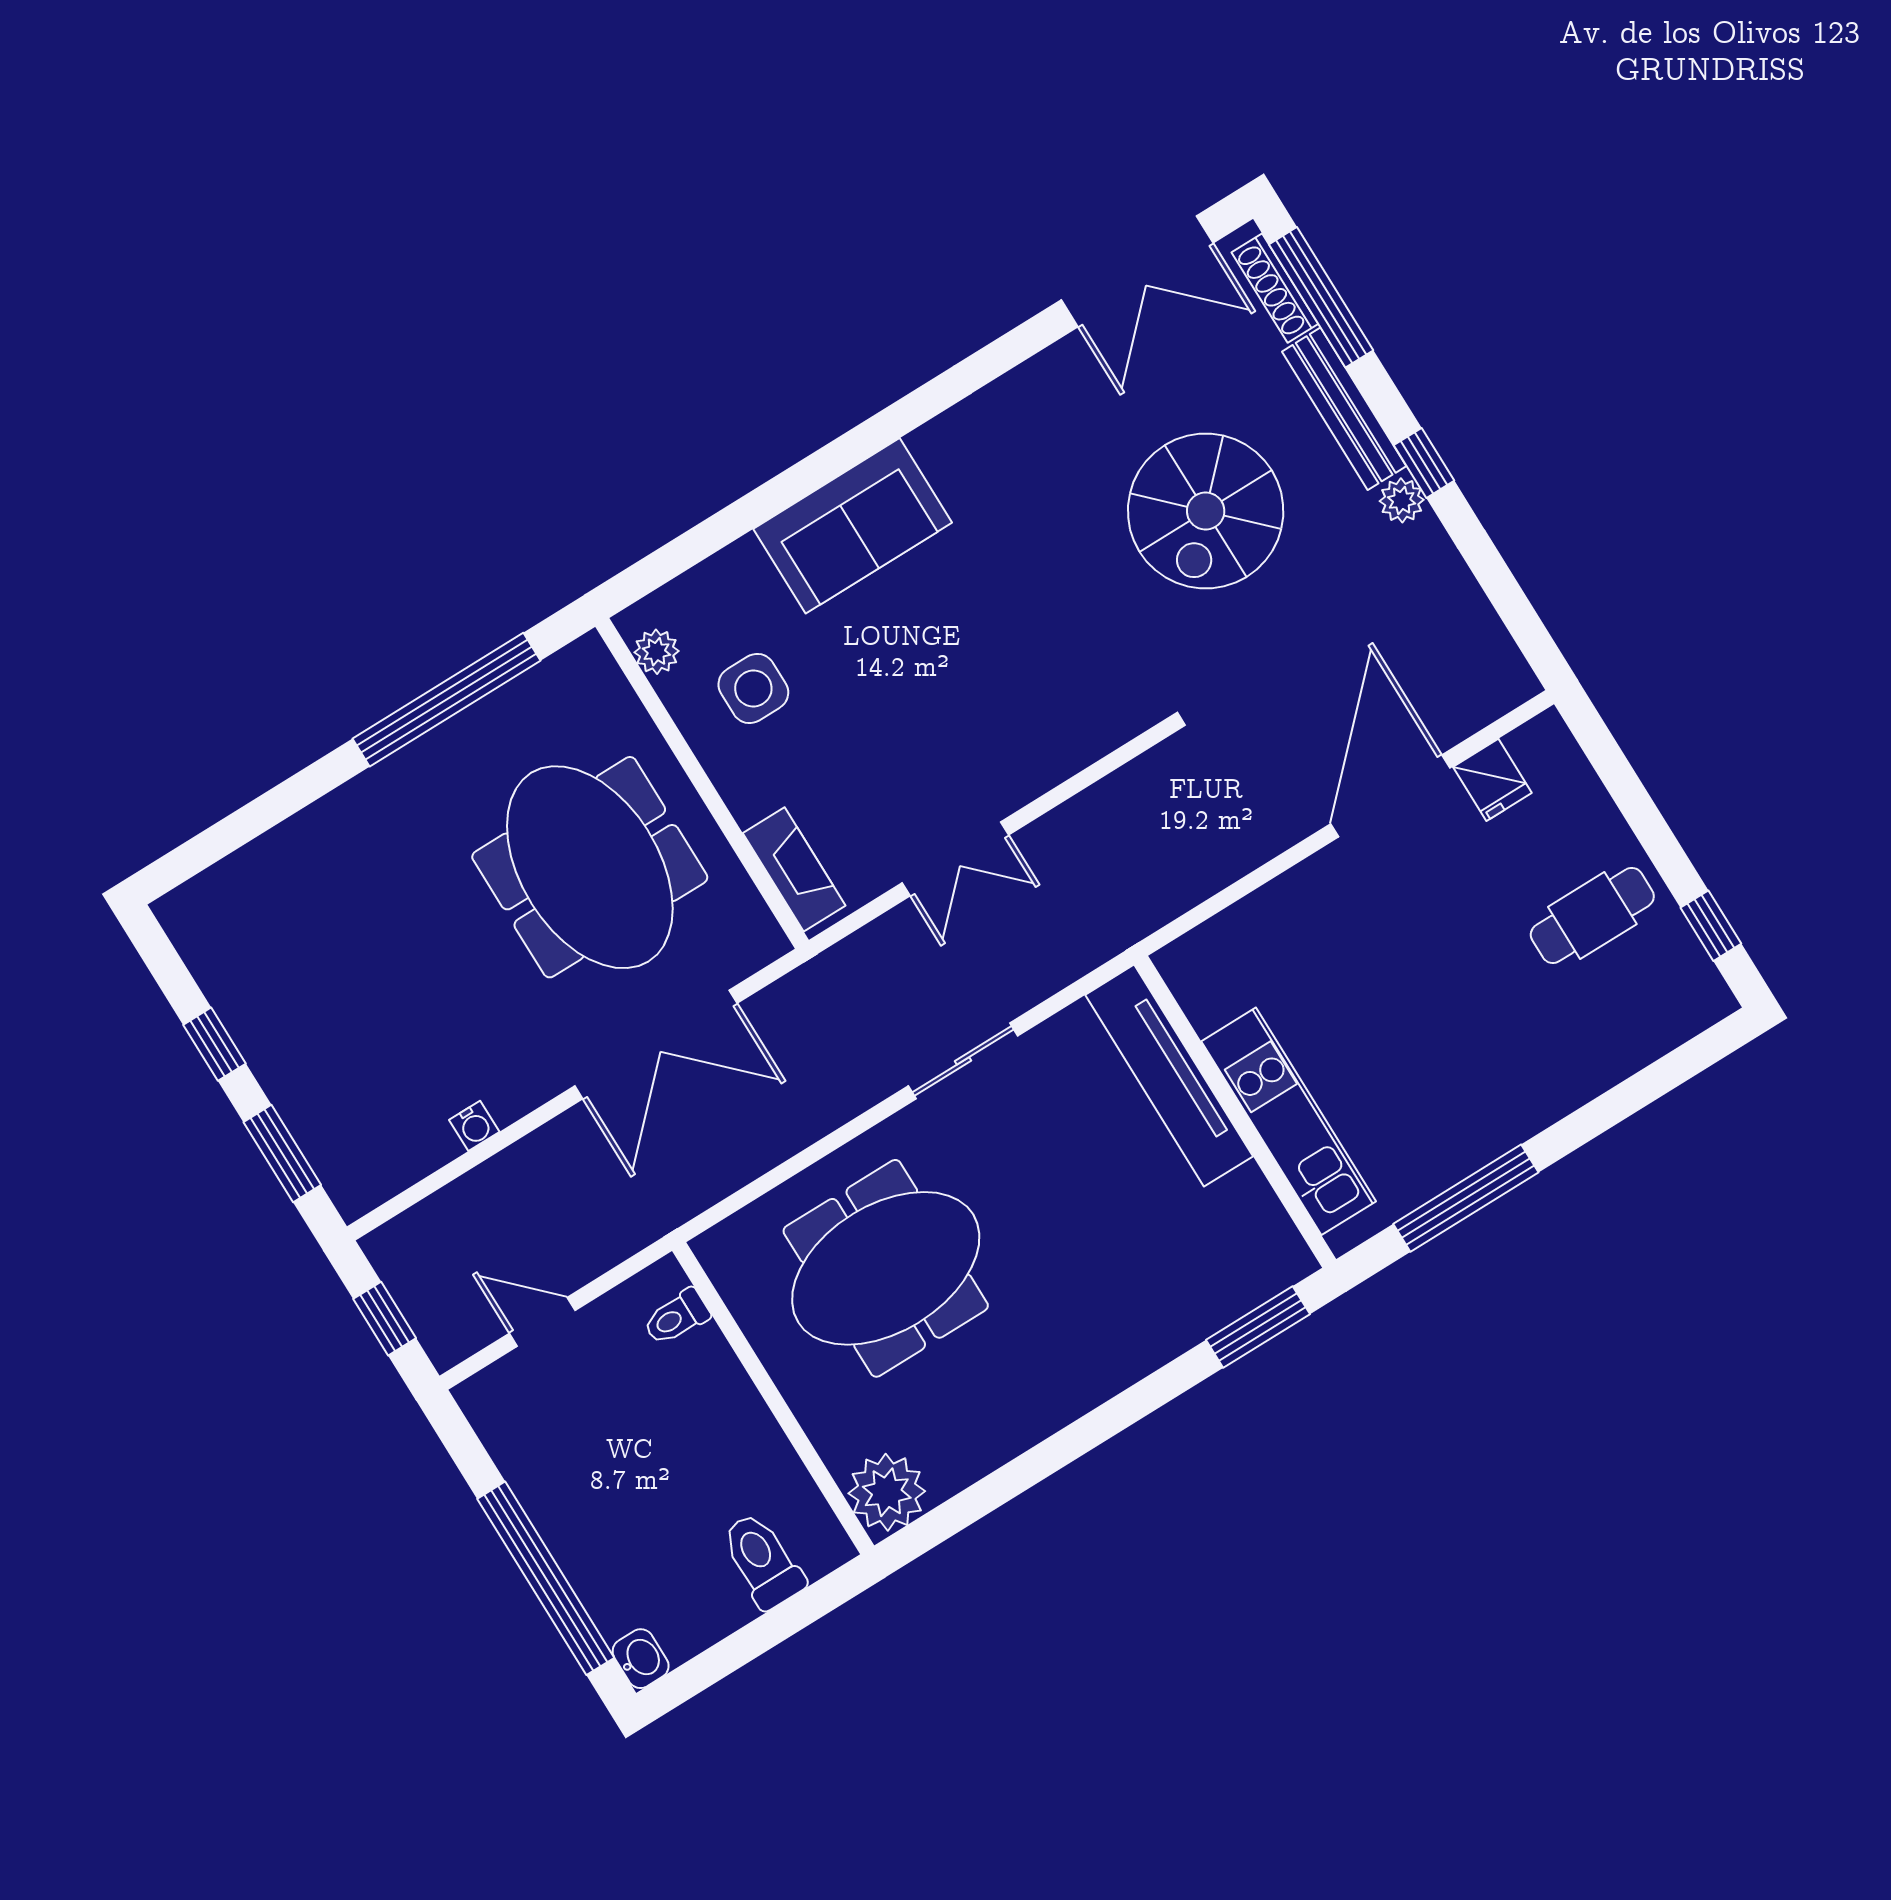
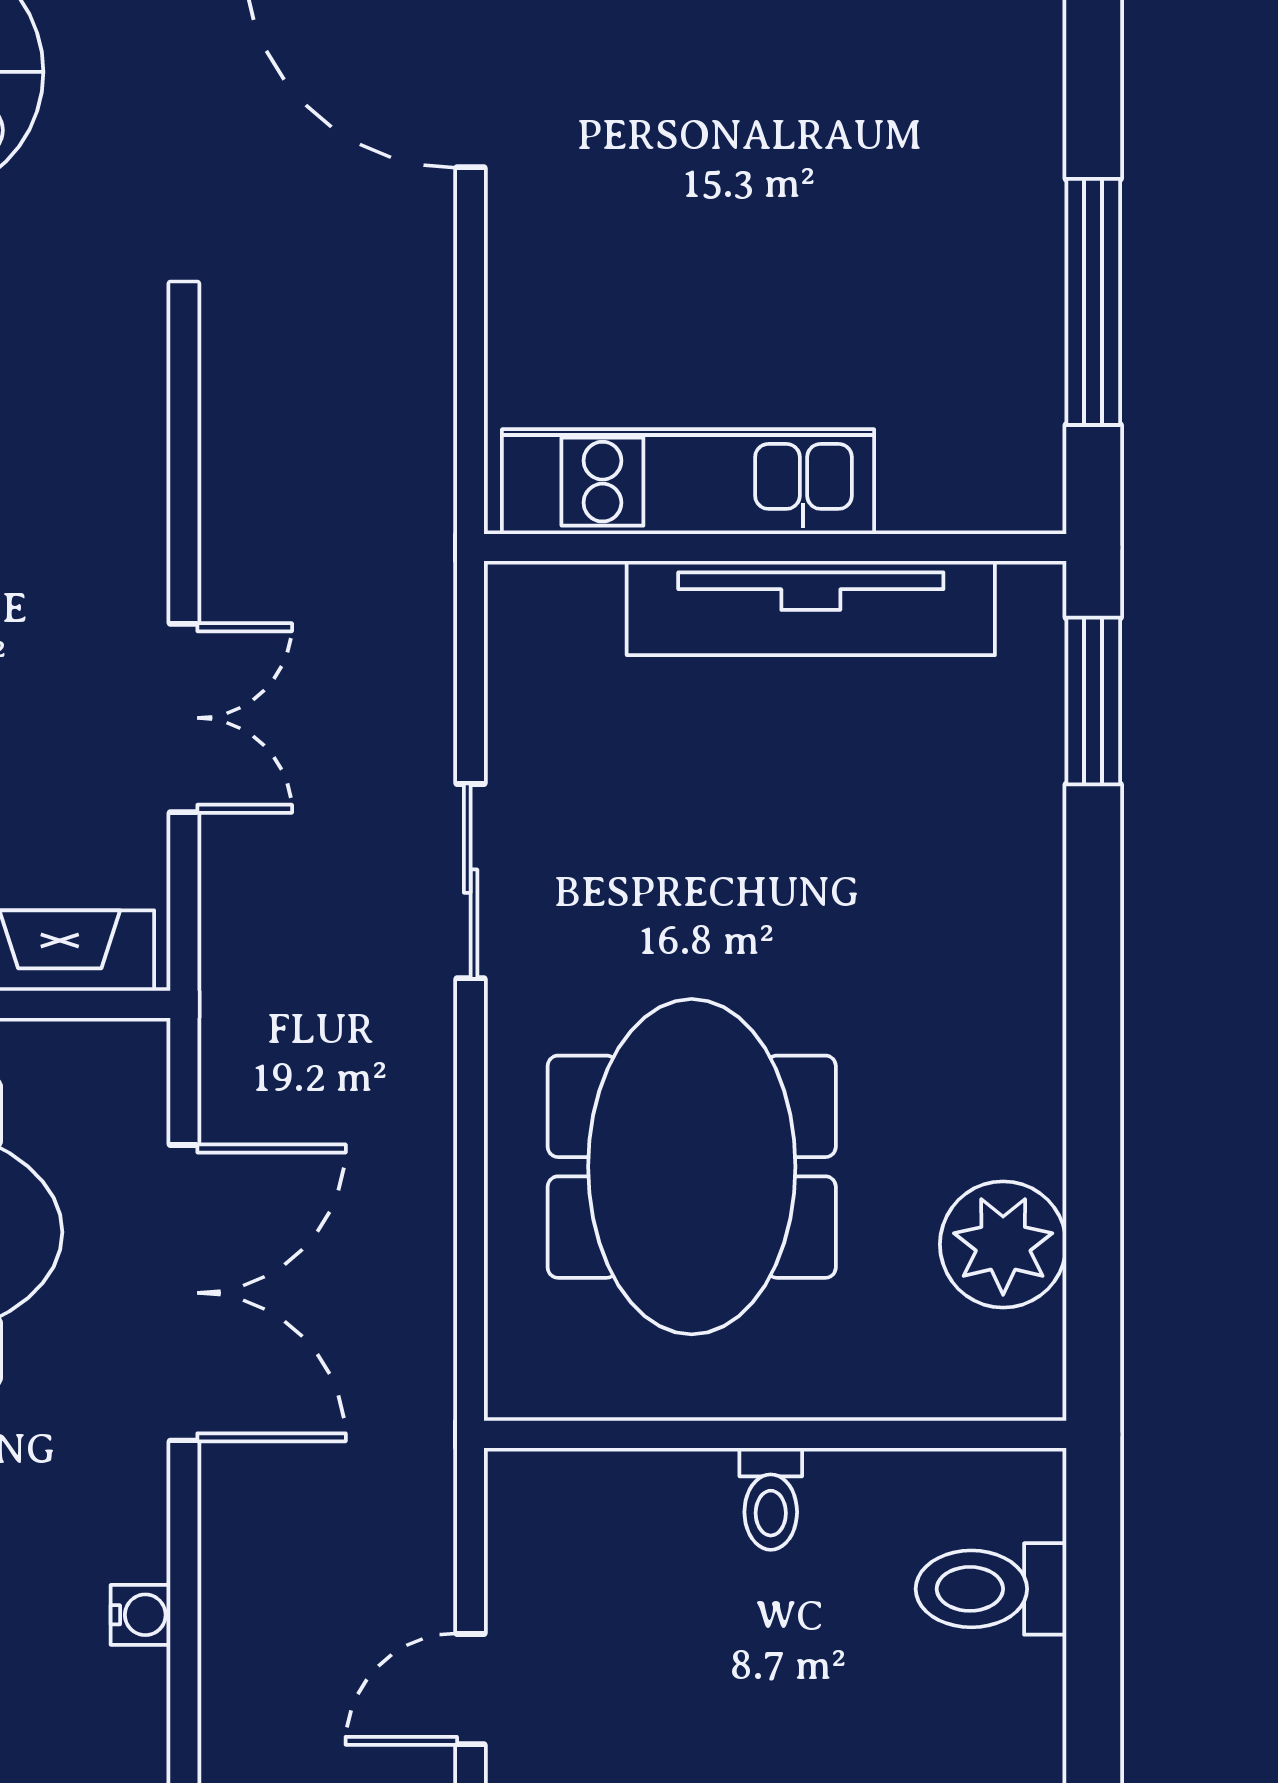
tv unit: (1169, 1076) -> (811, 608), moved
kitchen unit: (1289, 1121) -> (688, 482), moved
toilet: (677, 1317) -> (771, 1499), moved
plant: (887, 1492) -> (1003, 1244), moved

